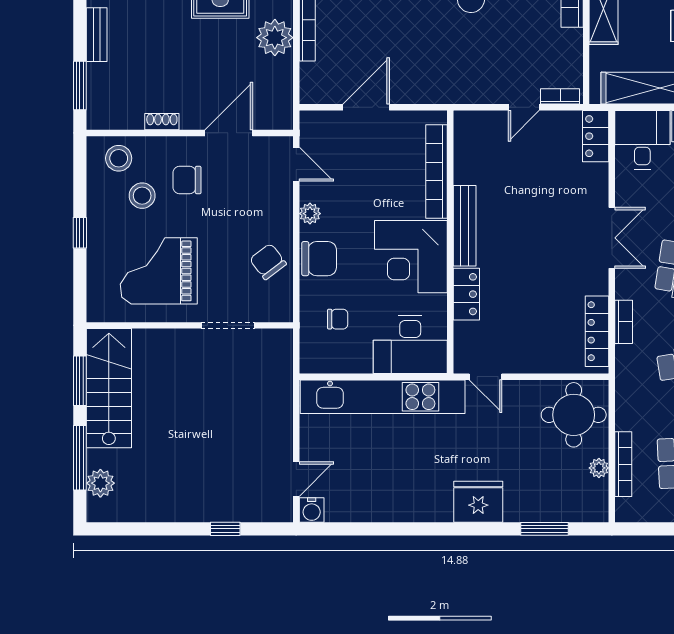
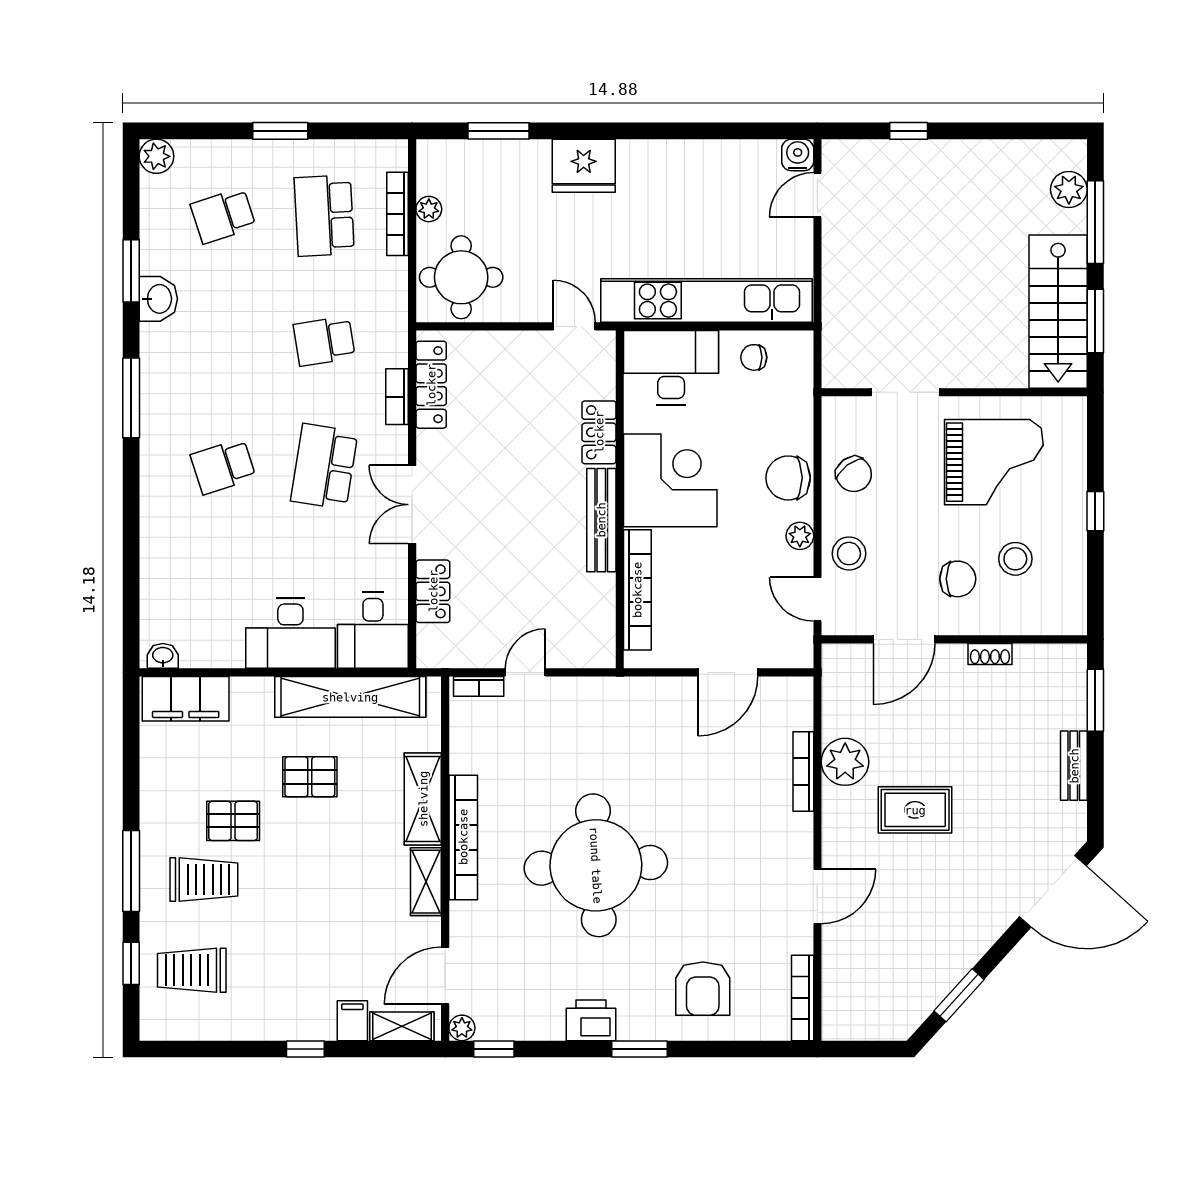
locker: (596, 136) -> (433, 591), moved
stool: (119, 158) -> (849, 554), moved
chair: (338, 319) -> (754, 357), moved

